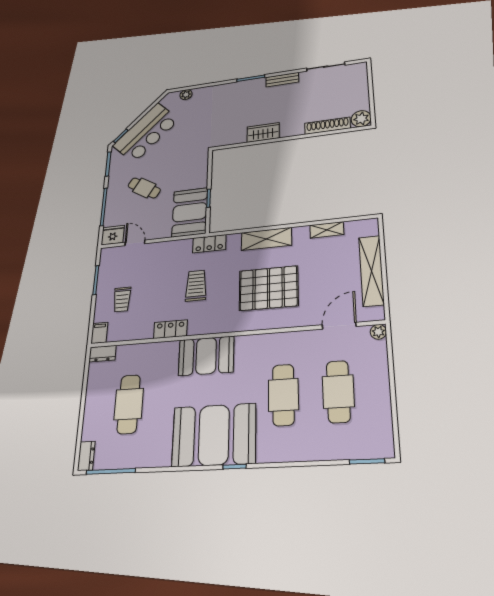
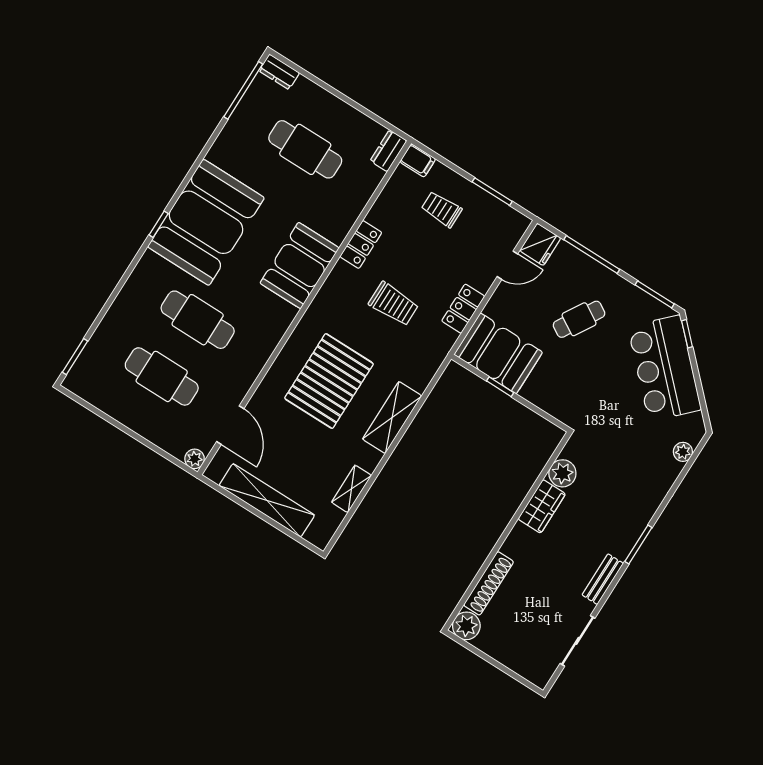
plant: (237, 136) -> (562, 473), added
locker: (209, 244) -> (463, 309), moved

